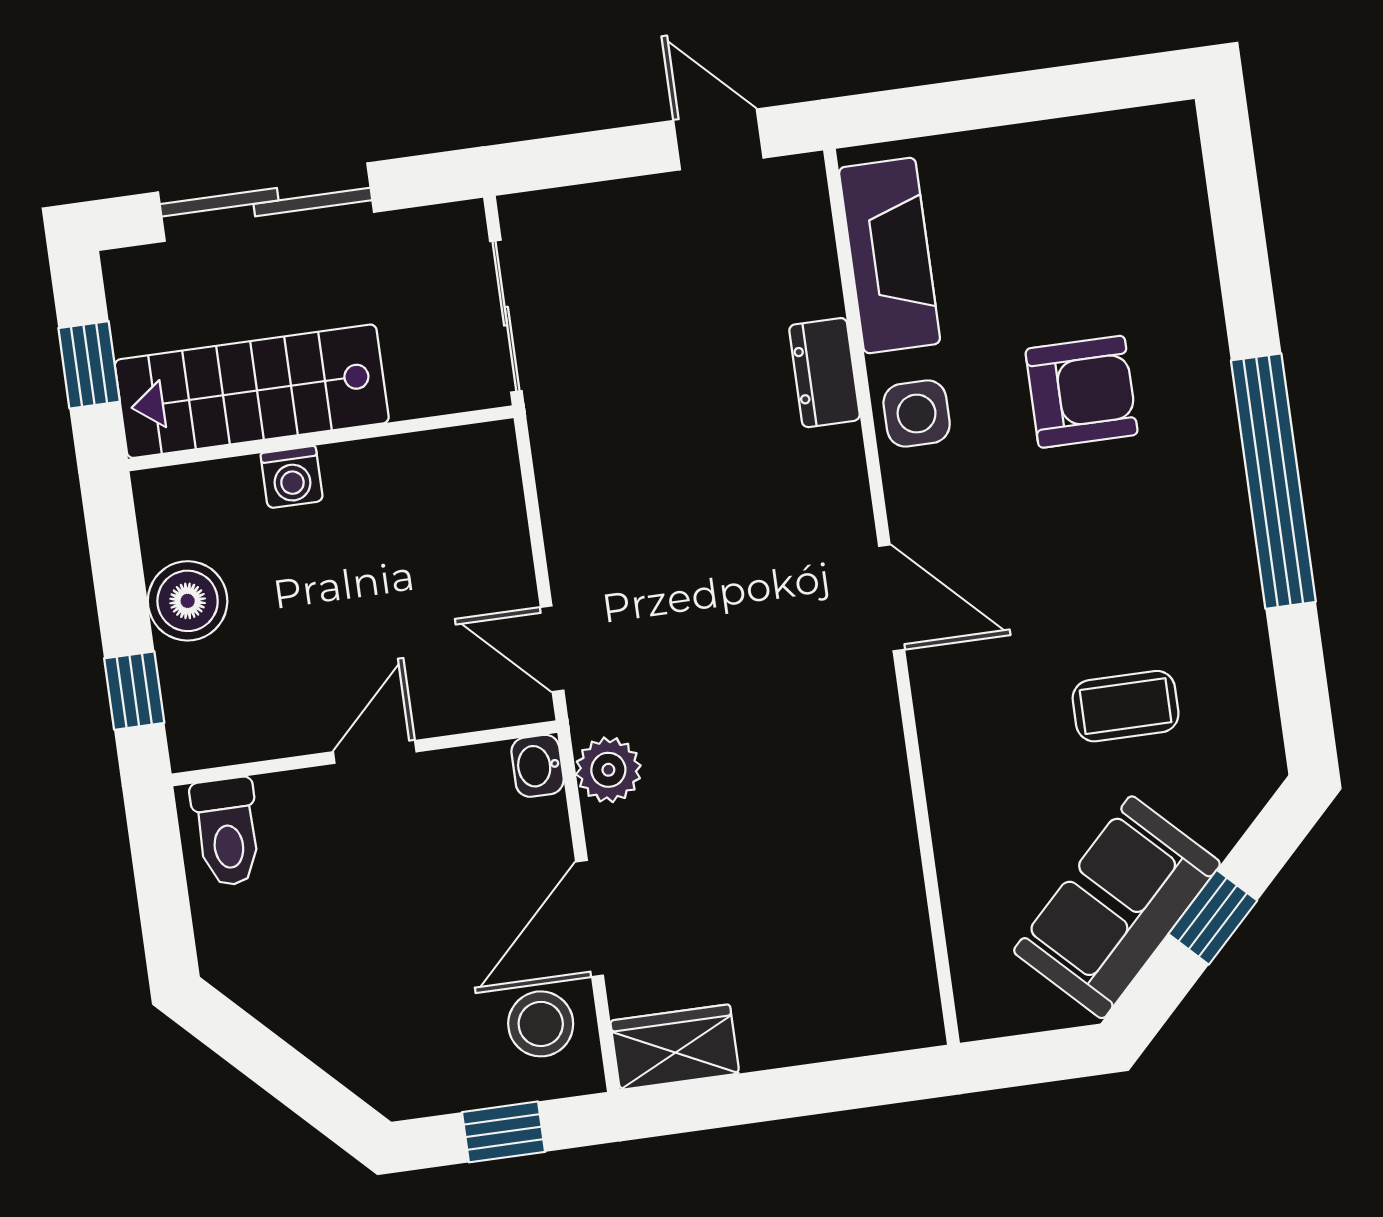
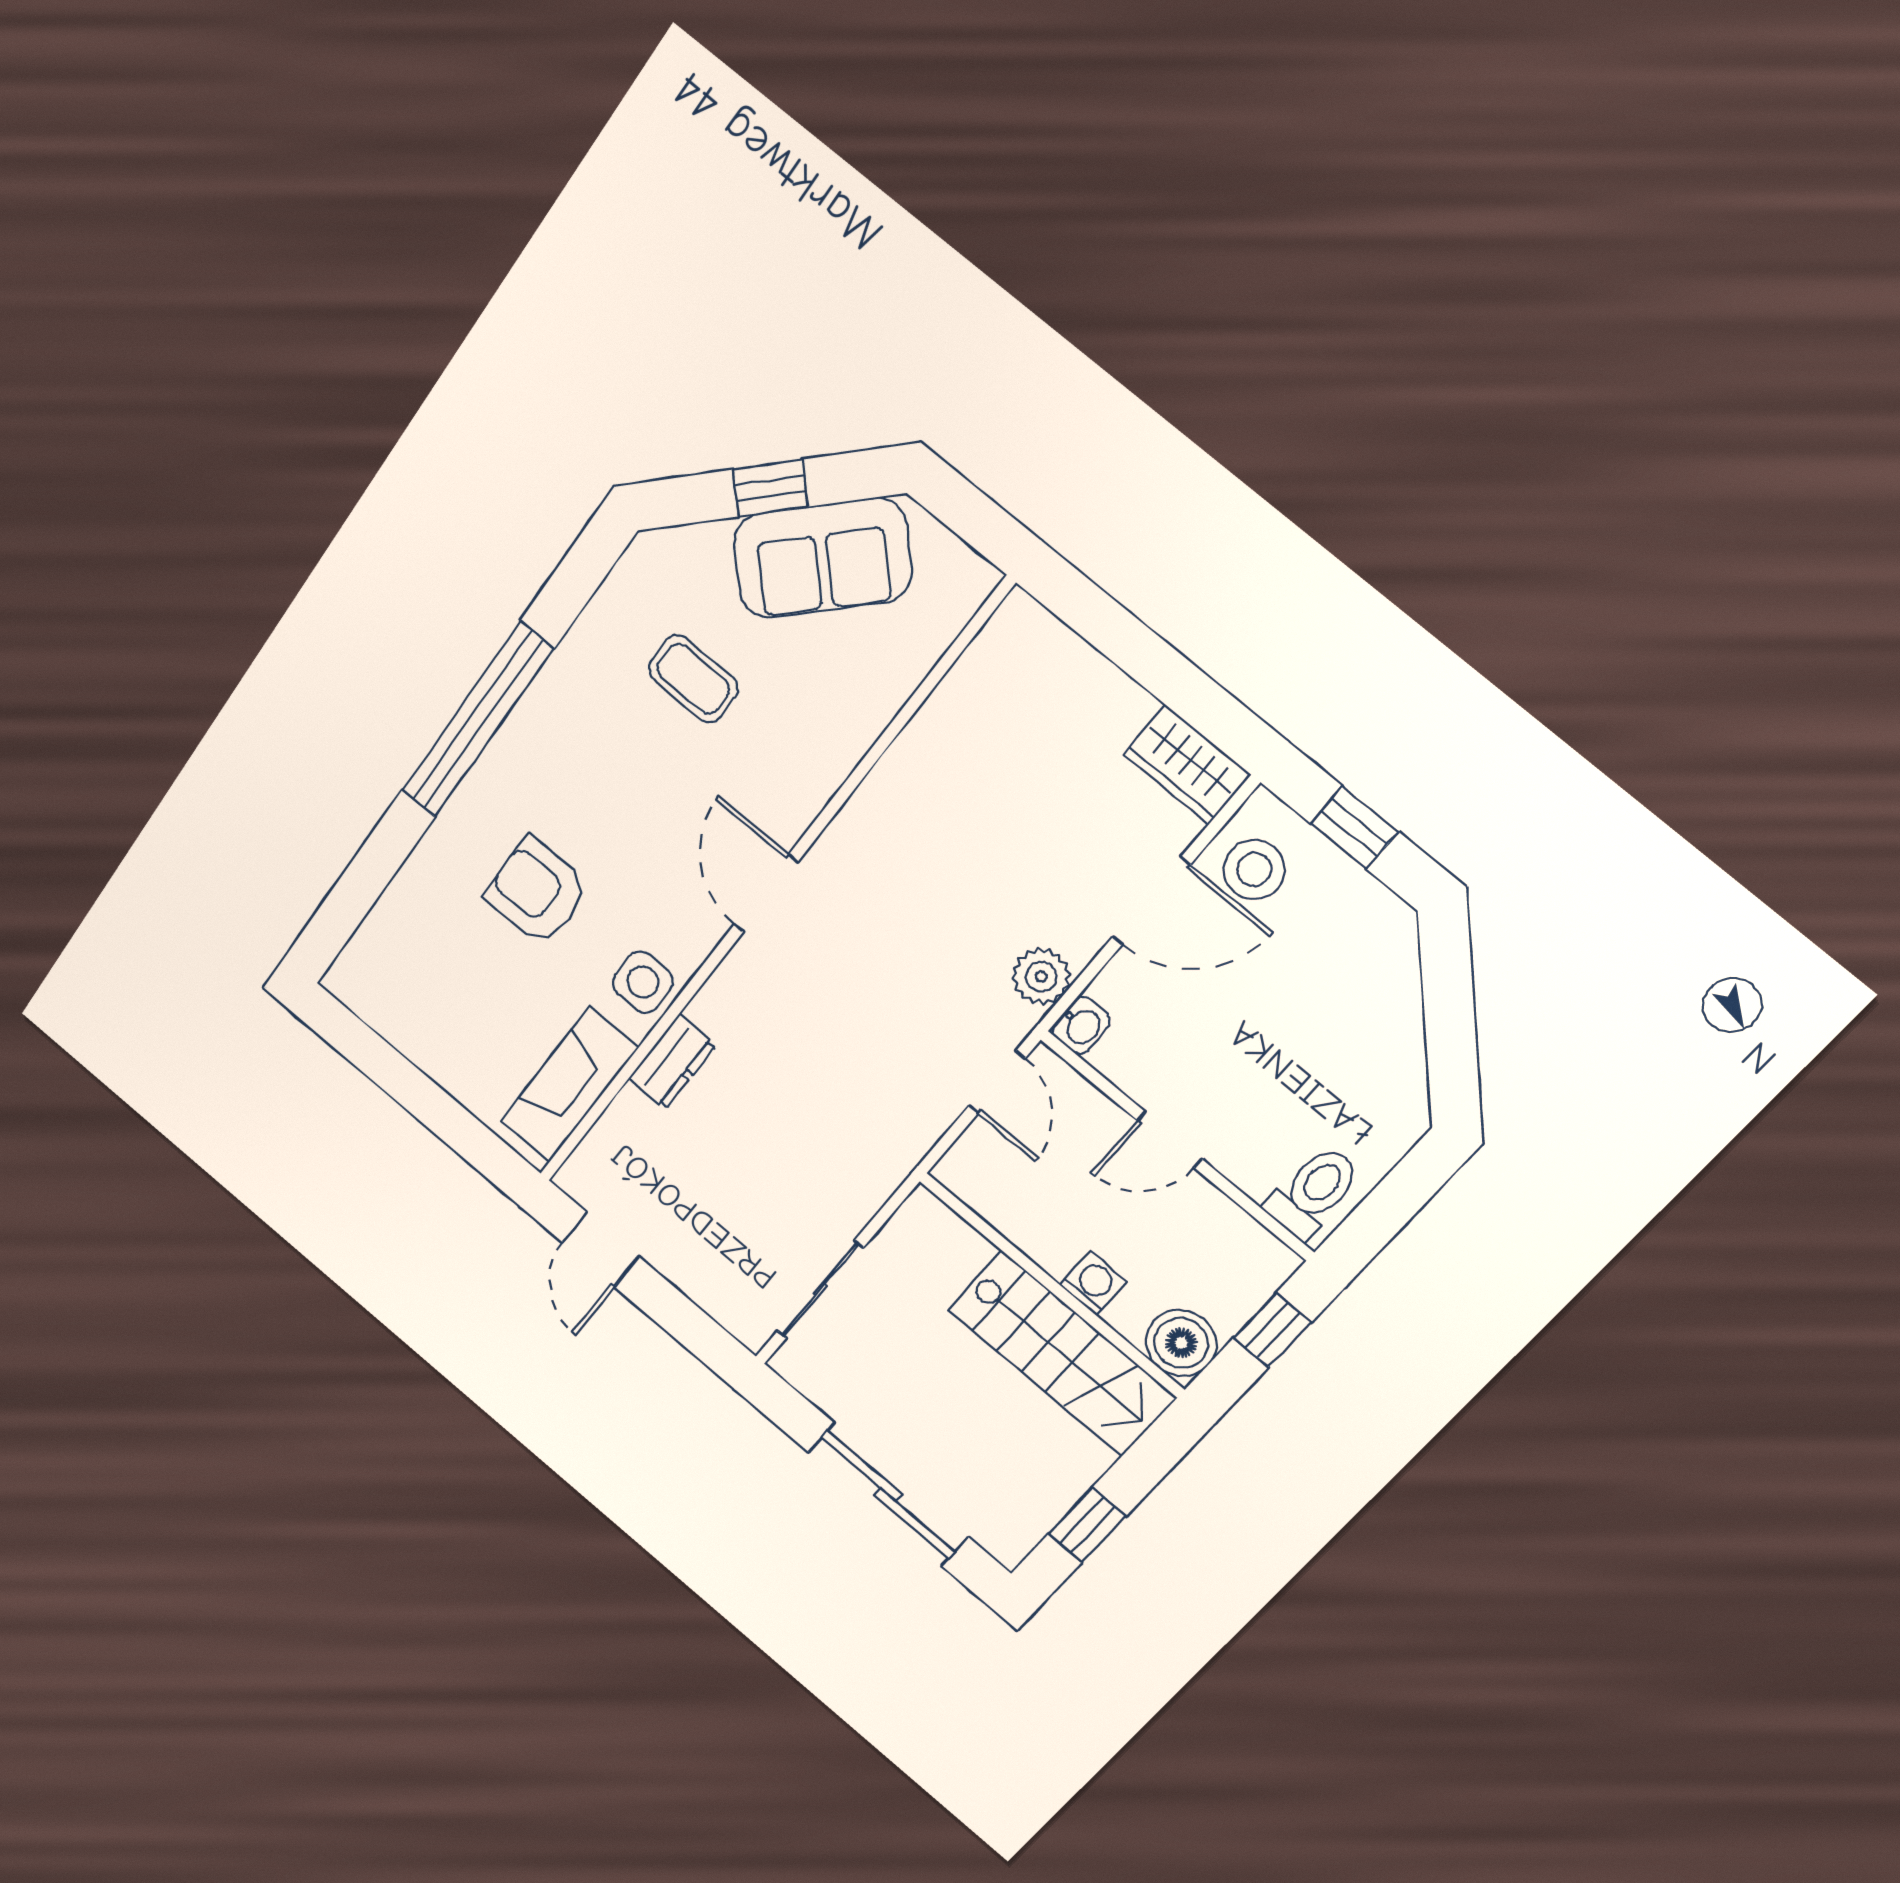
stairs: (252, 391) -> (1062, 1354), moved
wall: (321, 438) -> (1052, 1285), moved
washing machine: (292, 477) -> (1093, 1283), moved

